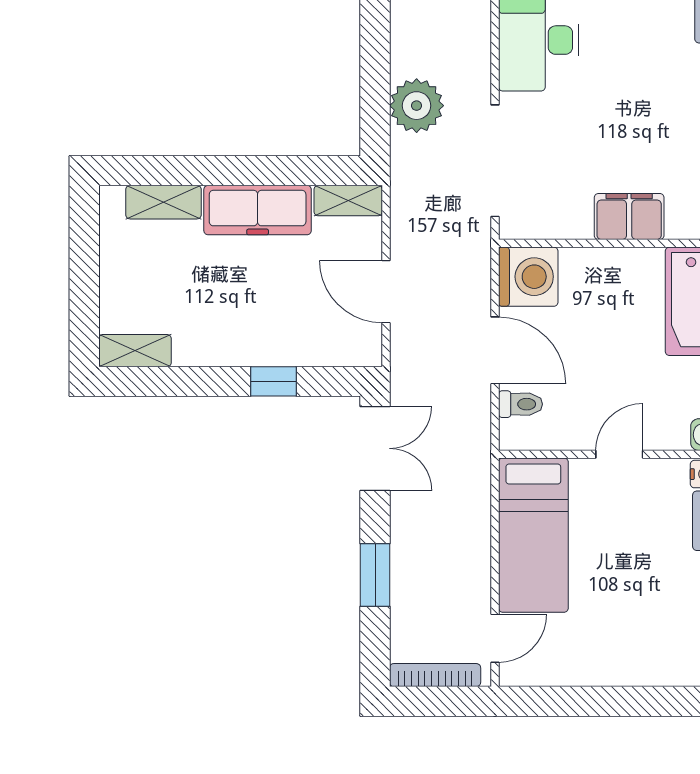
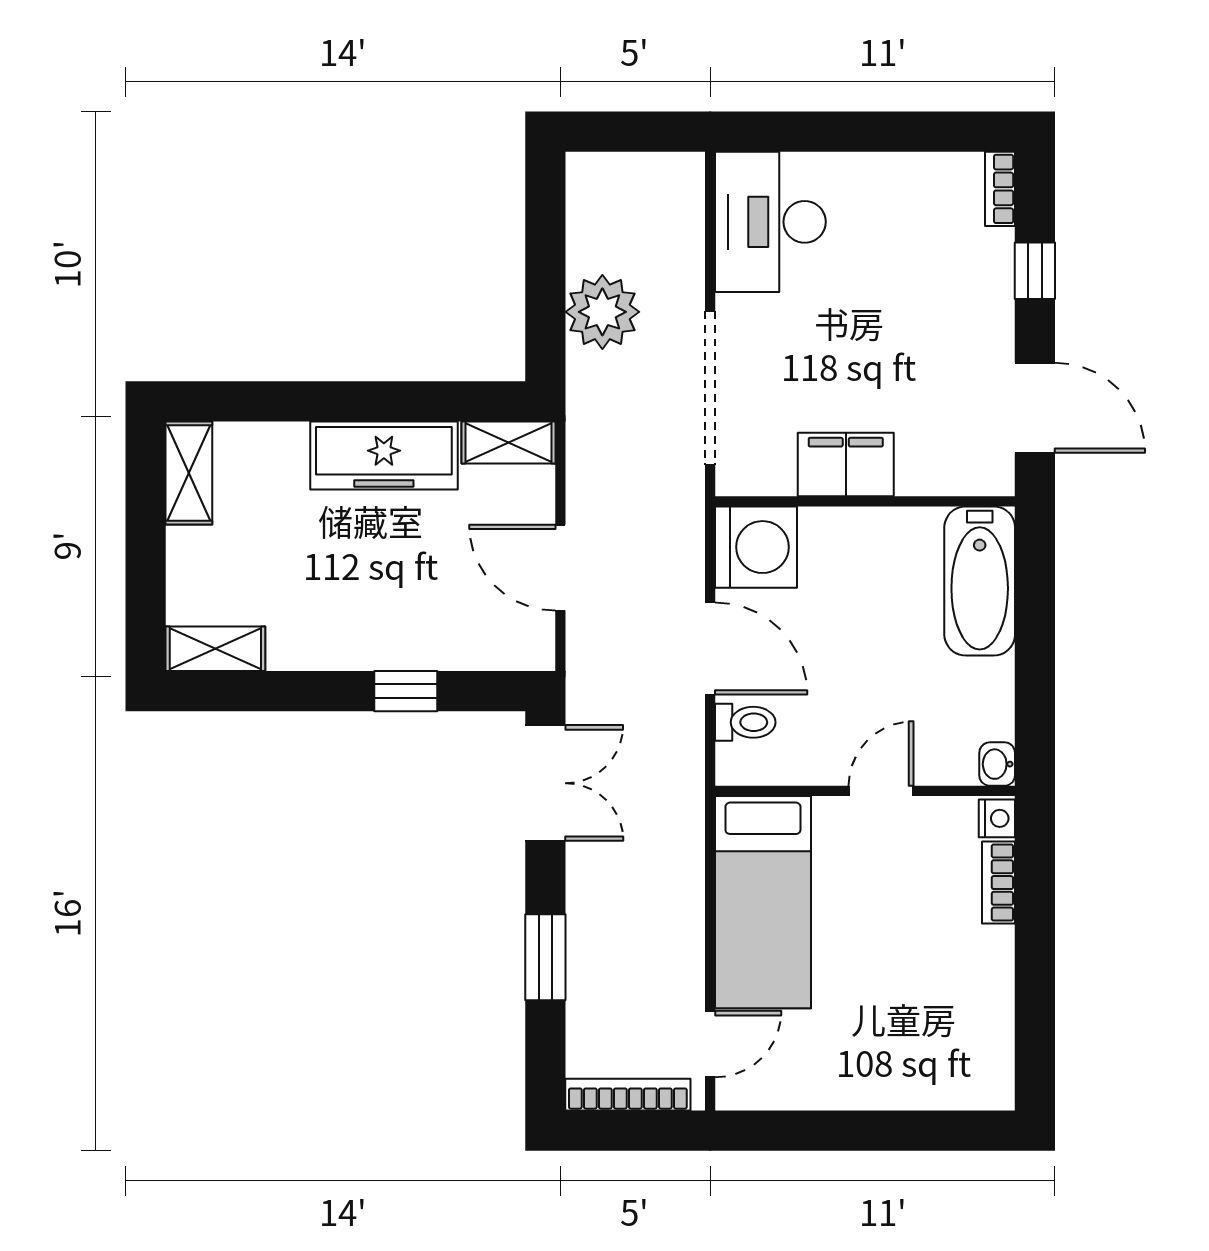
shelving: (163, 202) -> (189, 473), moved, turned 90
filing cabinet: (629, 217) -> (846, 464), moved

